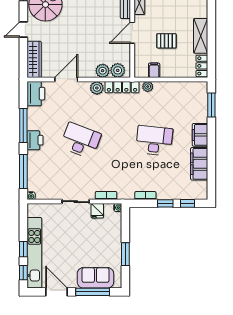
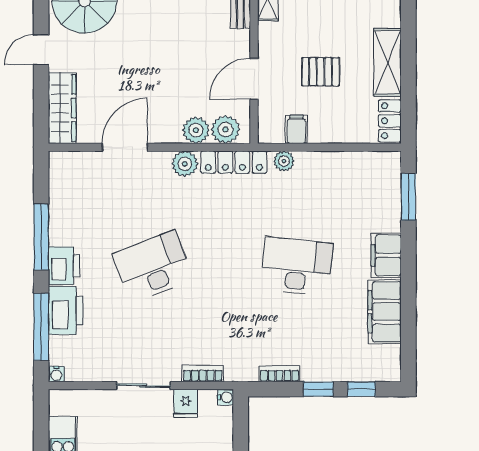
door: (132, 33) -> (254, 79), moved
printer: (36, 94) -> (66, 310), moved
desk: (81, 141) -> (153, 266), turned -42

